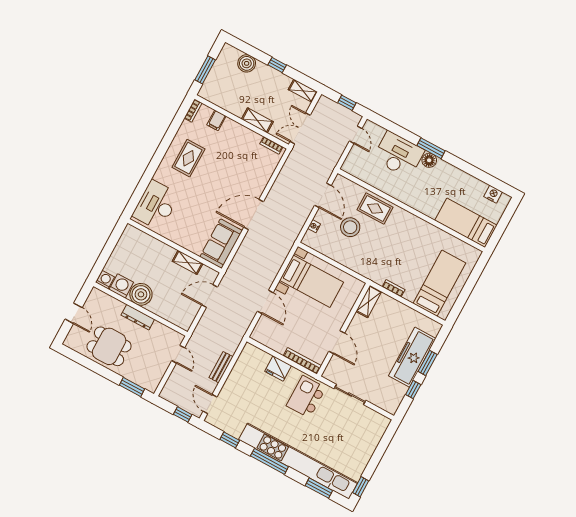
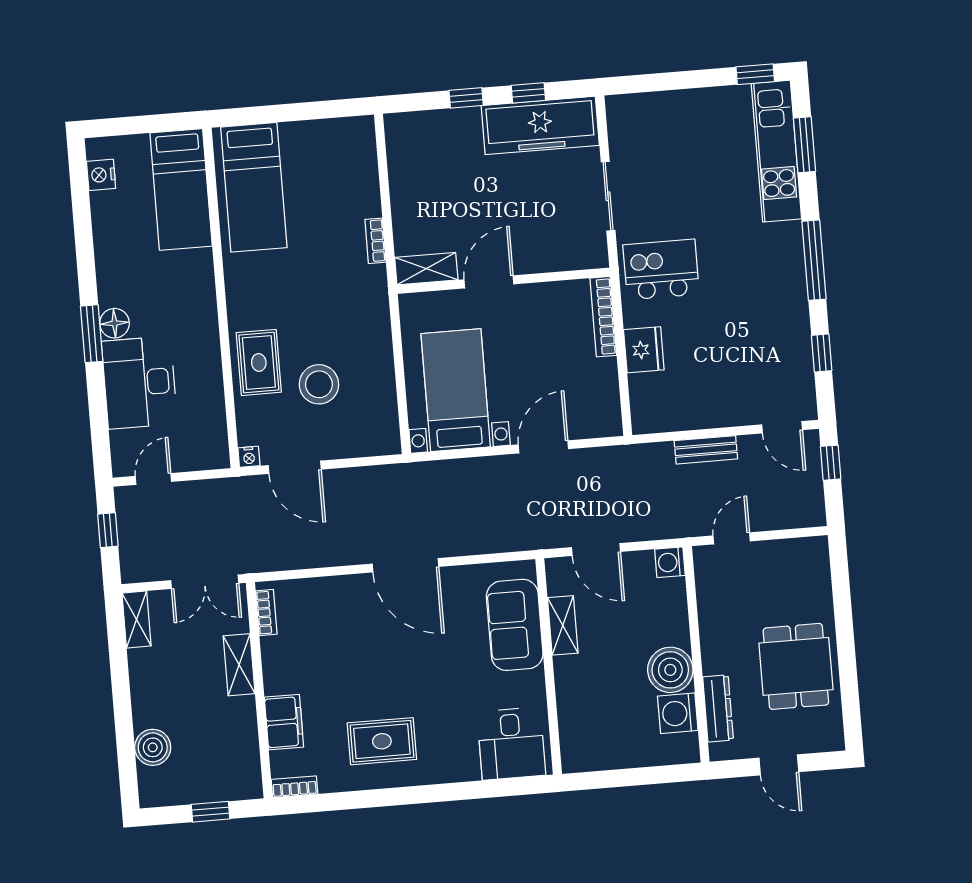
window: (277, 65) -> (121, 693), removed
window: (205, 70) -> (211, 812), width x0.67
filing cabinet: (216, 120) -> (284, 722), width x2.00
door: (323, 195) -> (295, 467), swing flipped
desk: (156, 205) -> (511, 744), width x0.73
nightstand: (314, 226) -> (249, 457), moved
sofa: (221, 244) -> (515, 625), moved, turned 90
washing machine: (105, 280) -> (670, 562), moved
bed: (439, 283) -> (254, 187), moved, turned -90
door: (74, 313) -> (779, 765), swing flipped
dresser: (138, 317) -> (718, 708), moved
door: (337, 342) -> (489, 282), moved
freezer: (412, 357) -> (540, 125), moved
window: (428, 363) -> (466, 98), width x0.67
window: (132, 387) -> (840, 581), removed
kitchen island: (306, 397) -> (661, 269), turned 180
door: (210, 404) -> (782, 427), hinge flipped
kitchen unit: (298, 461) -> (776, 151), width x0.54

